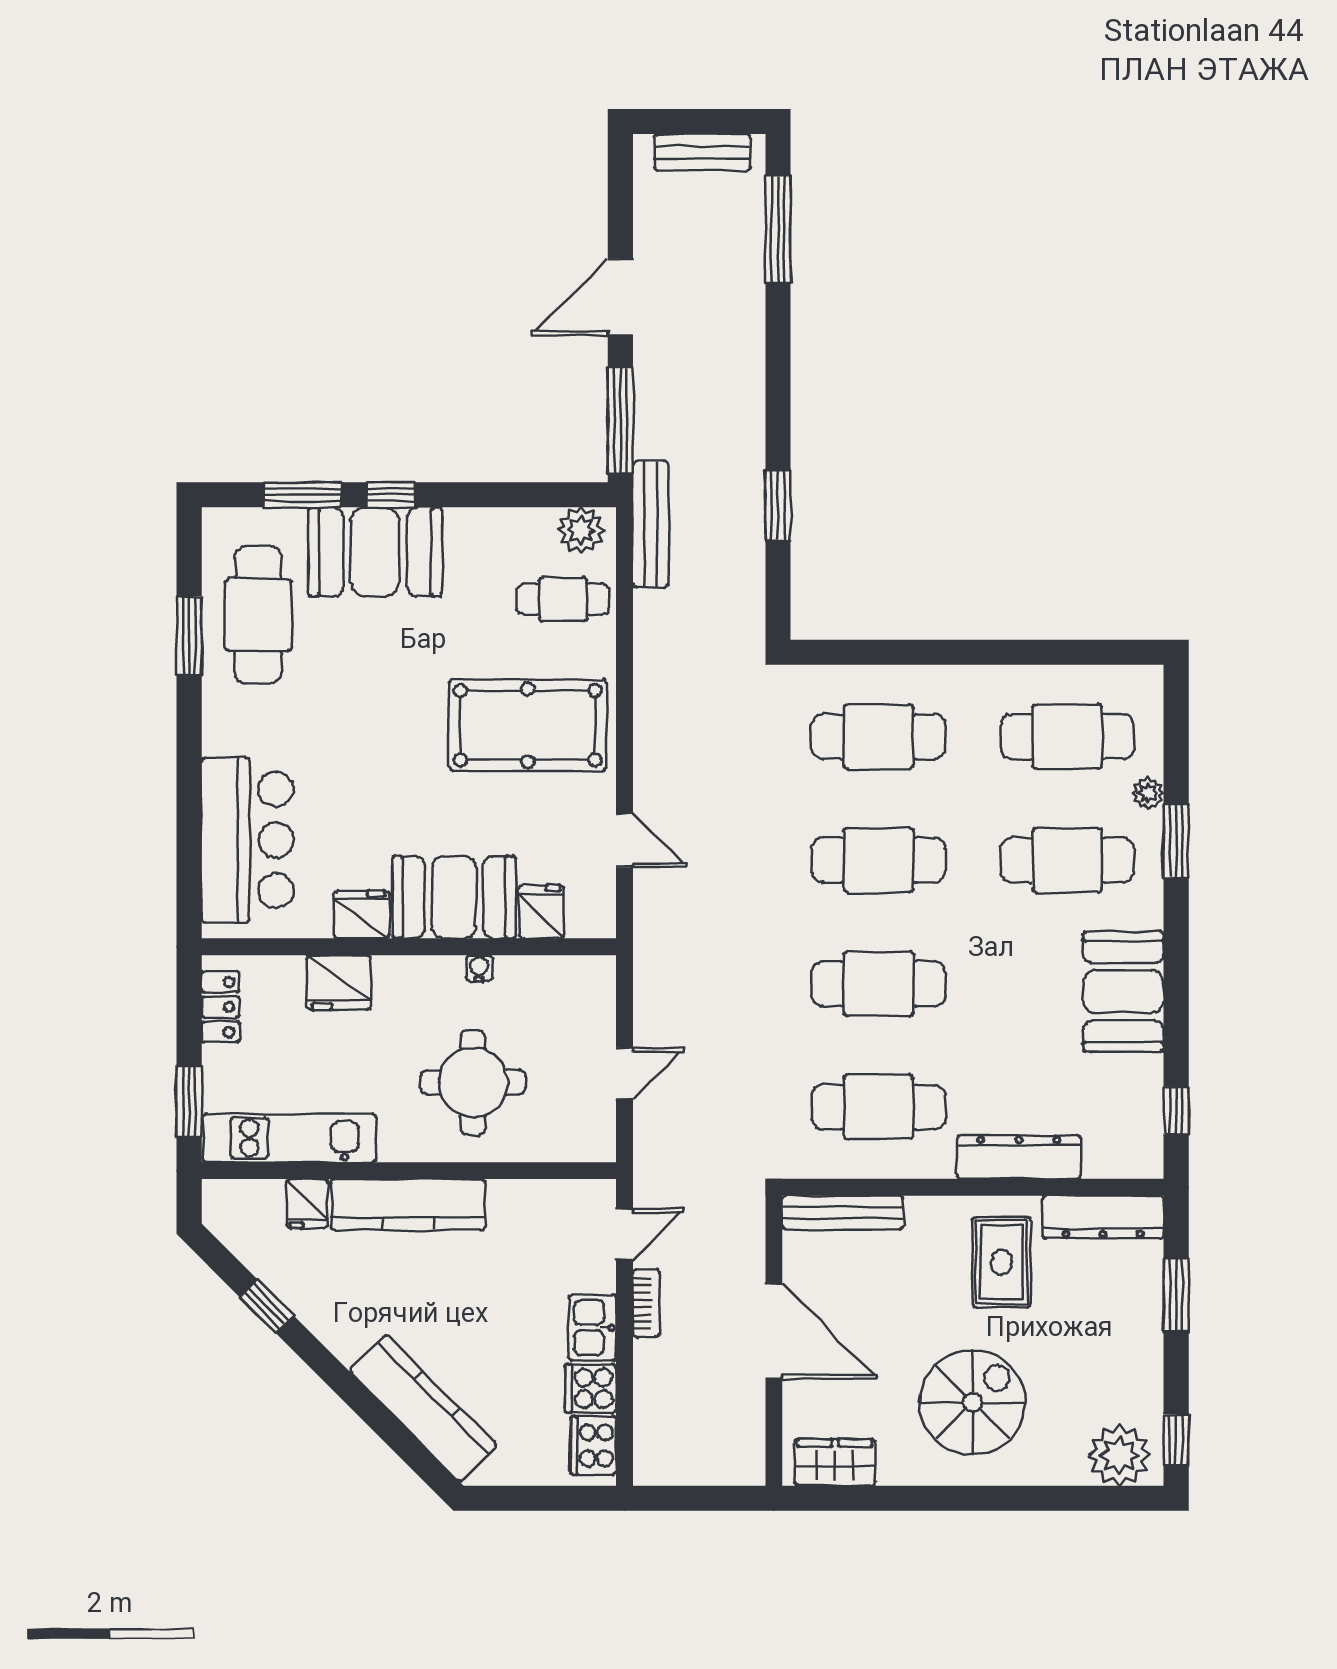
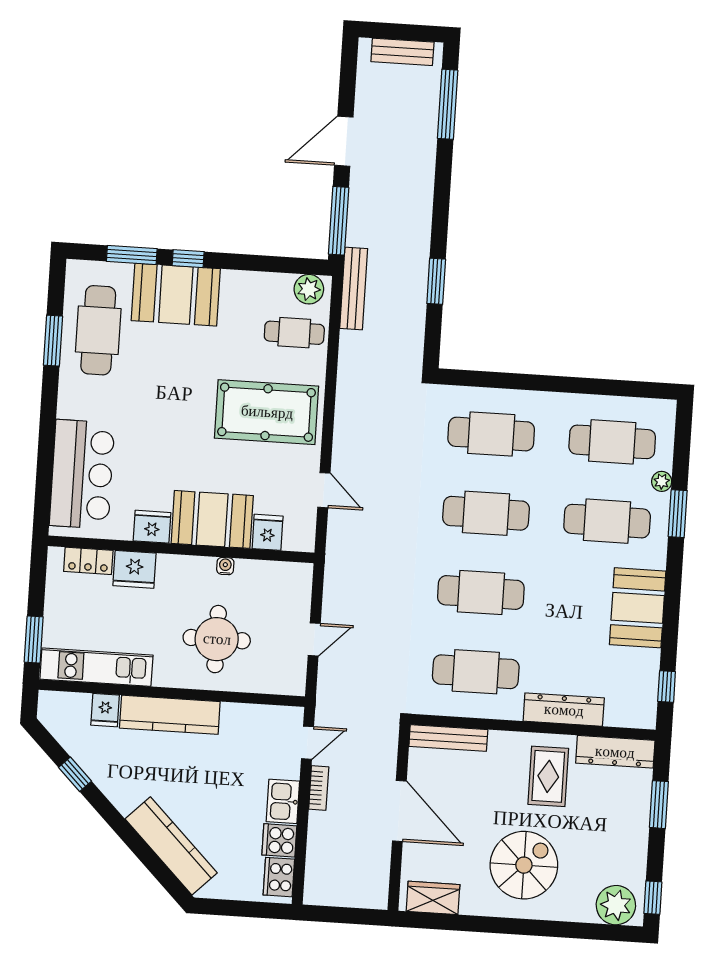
locker: (220, 1007) -> (88, 561), moved, turned 90

